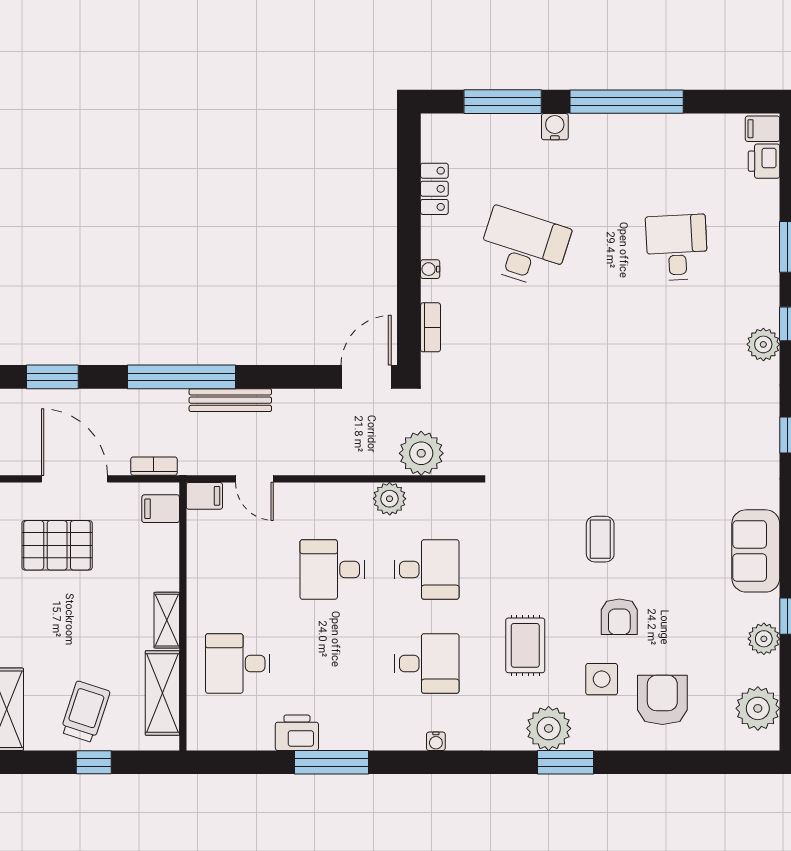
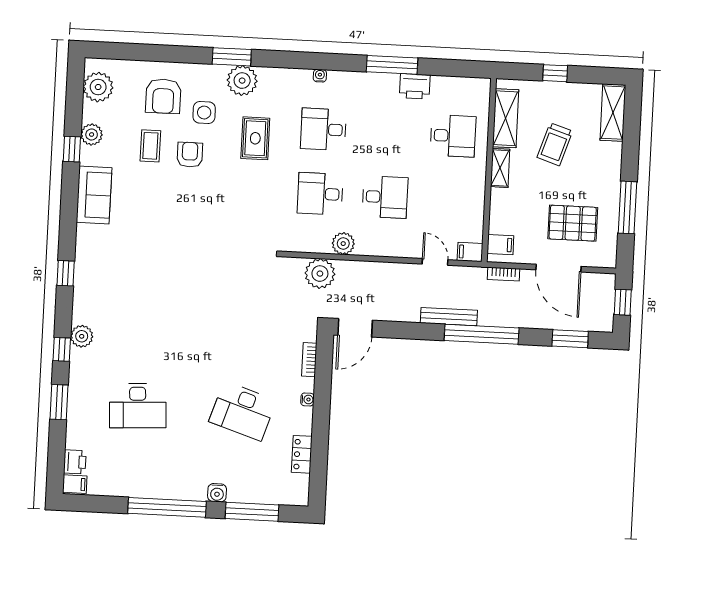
desk: (677, 247) -> (138, 406), width x1.37
coffee table: (600, 539) -> (150, 146), moved
trolley: (85, 712) -> (555, 144), moved

